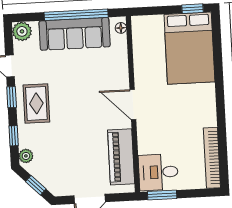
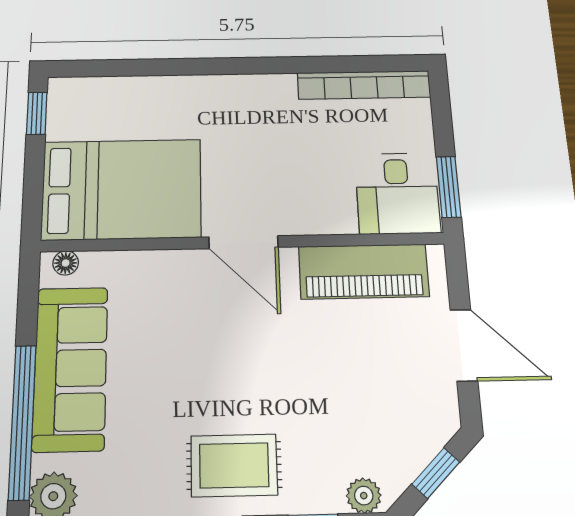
window: (76, 15) -> (22, 421), moved
bed: (189, 48) -> (122, 189), moved
door: (133, 105) -> (243, 242), hinge flipped

